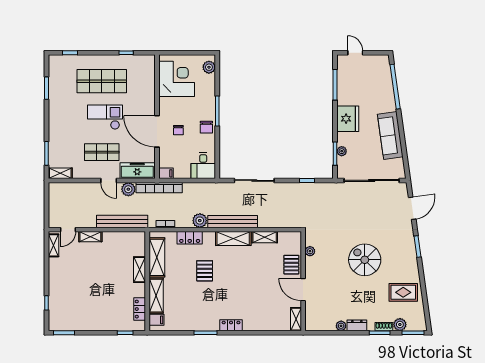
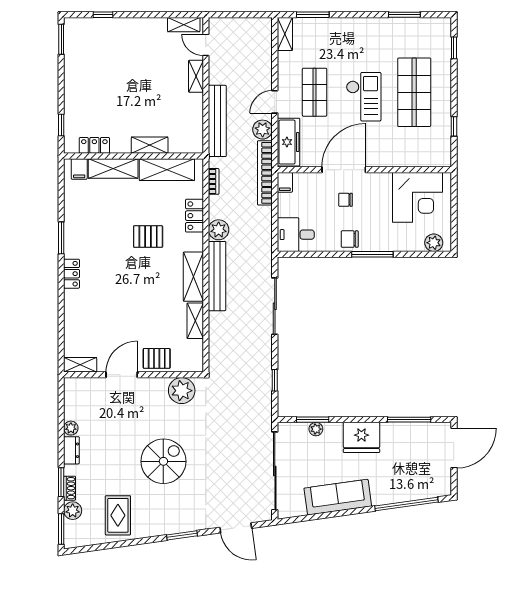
door: (355, 53) -> (454, 448), width x1.88
plant: (310, 251) -> (182, 391), width x1.88, depth x1.88

